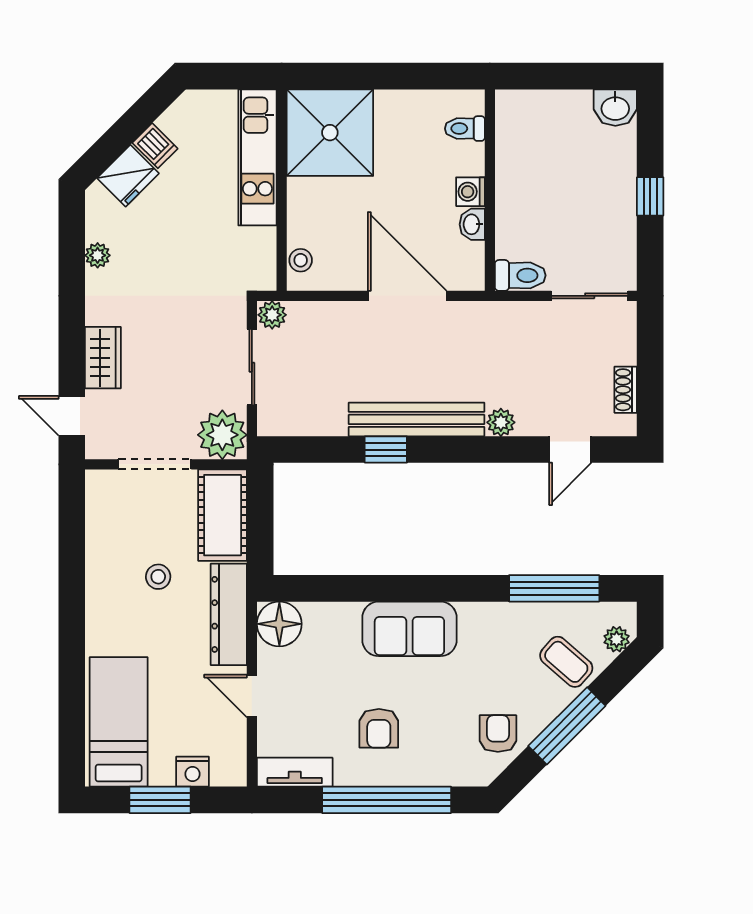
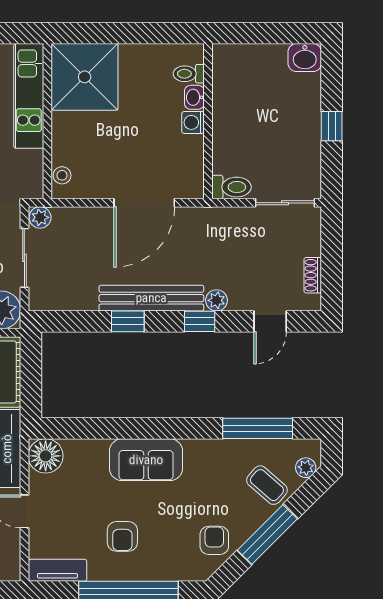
washbasin: (472, 224) -> (194, 97), moved
door: (407, 296) -> (144, 203), swing flipped
window: (479, 450) -> (200, 321), added

